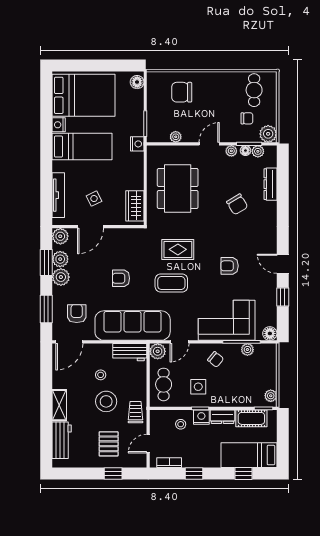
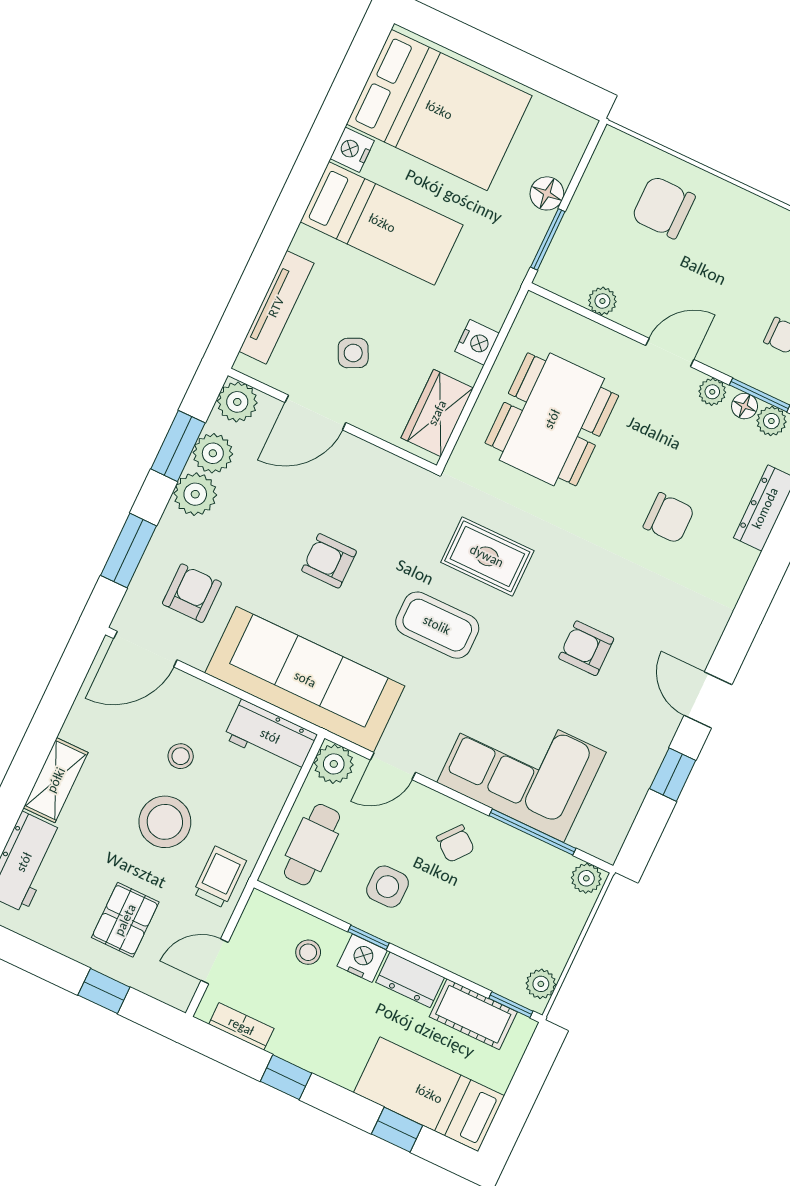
floor lamp: (137, 82) -> (547, 193), moved
nightstand: (137, 144) -> (477, 342), moved
chair: (237, 204) -> (669, 518), turned -59
floor lamp: (270, 333) -> (605, 843), removed
plant: (247, 350) -> (586, 878), moved

